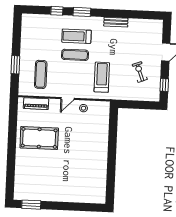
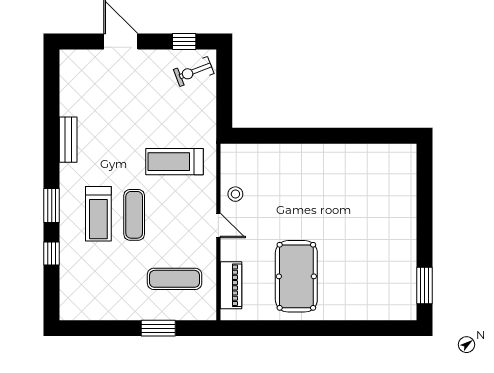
exercise bike: (140, 72) -> (194, 71), moved

